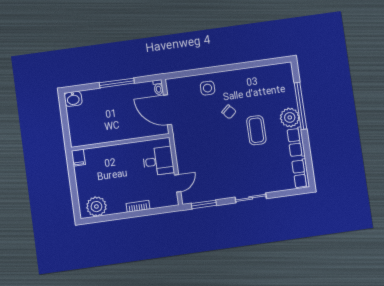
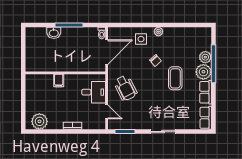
plant: (228, 76) -> (158, 32), added
washbasin: (73, 99) -> (54, 33), moved
plant: (289, 99) -> (205, 57), added
door: (168, 110) -> (107, 52), swing flipped
wheelchair: (197, 151) -> (125, 88), added
filing cabinet: (78, 158) -> (59, 81), moved
door: (178, 183) -> (107, 112), hinge flipped

